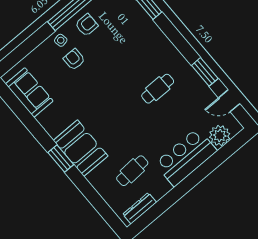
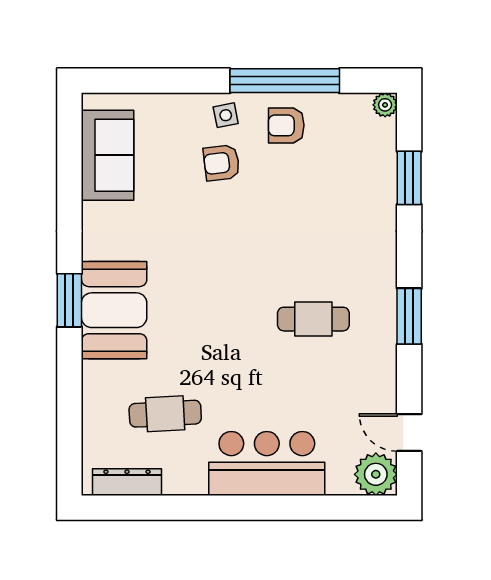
armchair: (87, 25) -> (286, 125), turned 180
armchair: (74, 59) -> (222, 163), turned -97
window: (205, 72) -> (409, 316), moved
plant: (220, 136) -> (376, 474), moved

